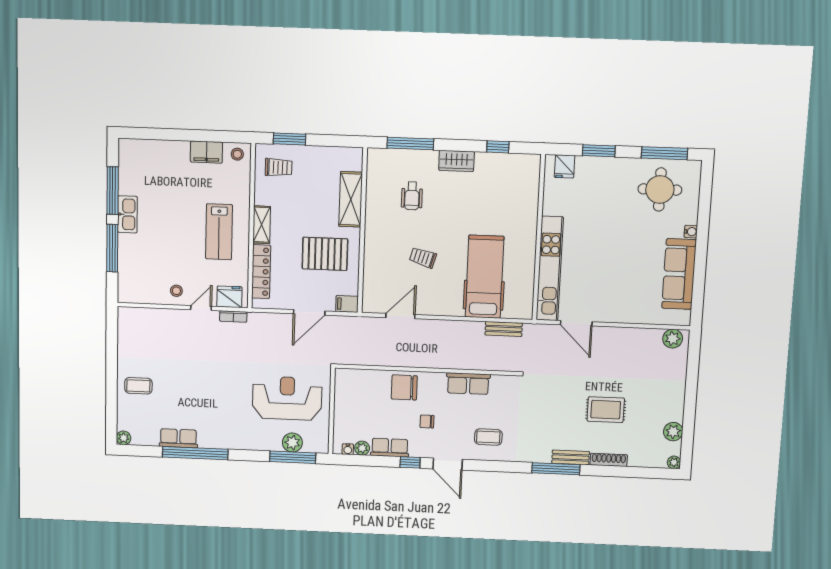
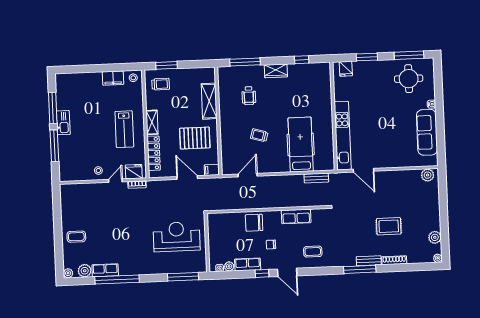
door: (309, 312) -> (187, 178), swing flipped
plant: (292, 443) -> (85, 271), moved

